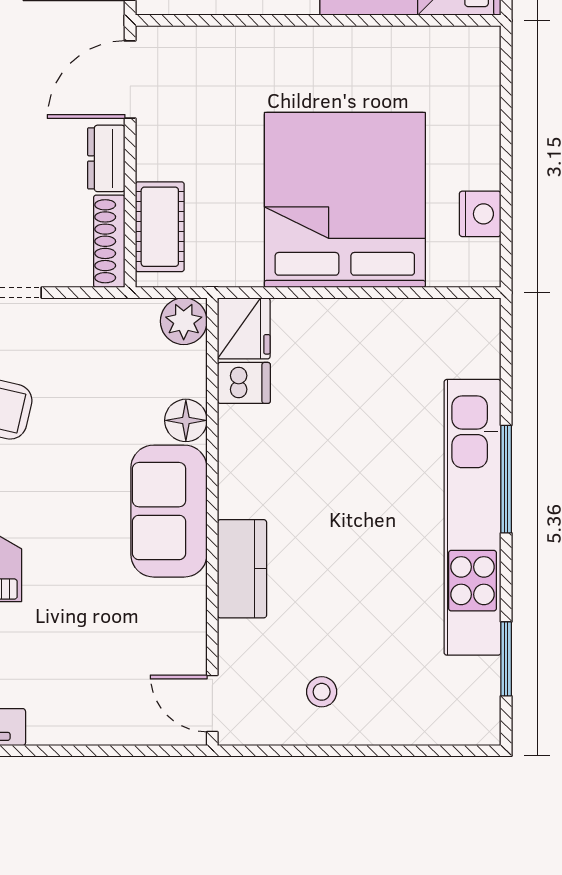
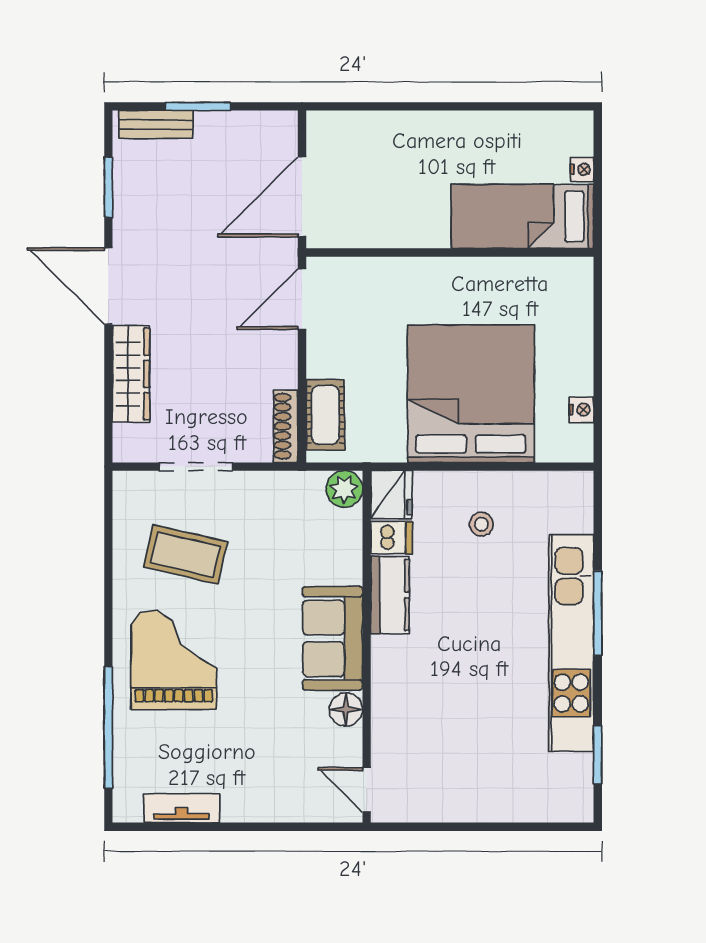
dresser: (106, 158) -> (283, 361), removed
nightstand: (480, 214) -> (582, 410), width x0.72, depth x0.74
floor lamp: (186, 420) -> (346, 710), moved
kitchen counter: (242, 569) -> (390, 595), moved
stool: (322, 692) -> (481, 524), moved

